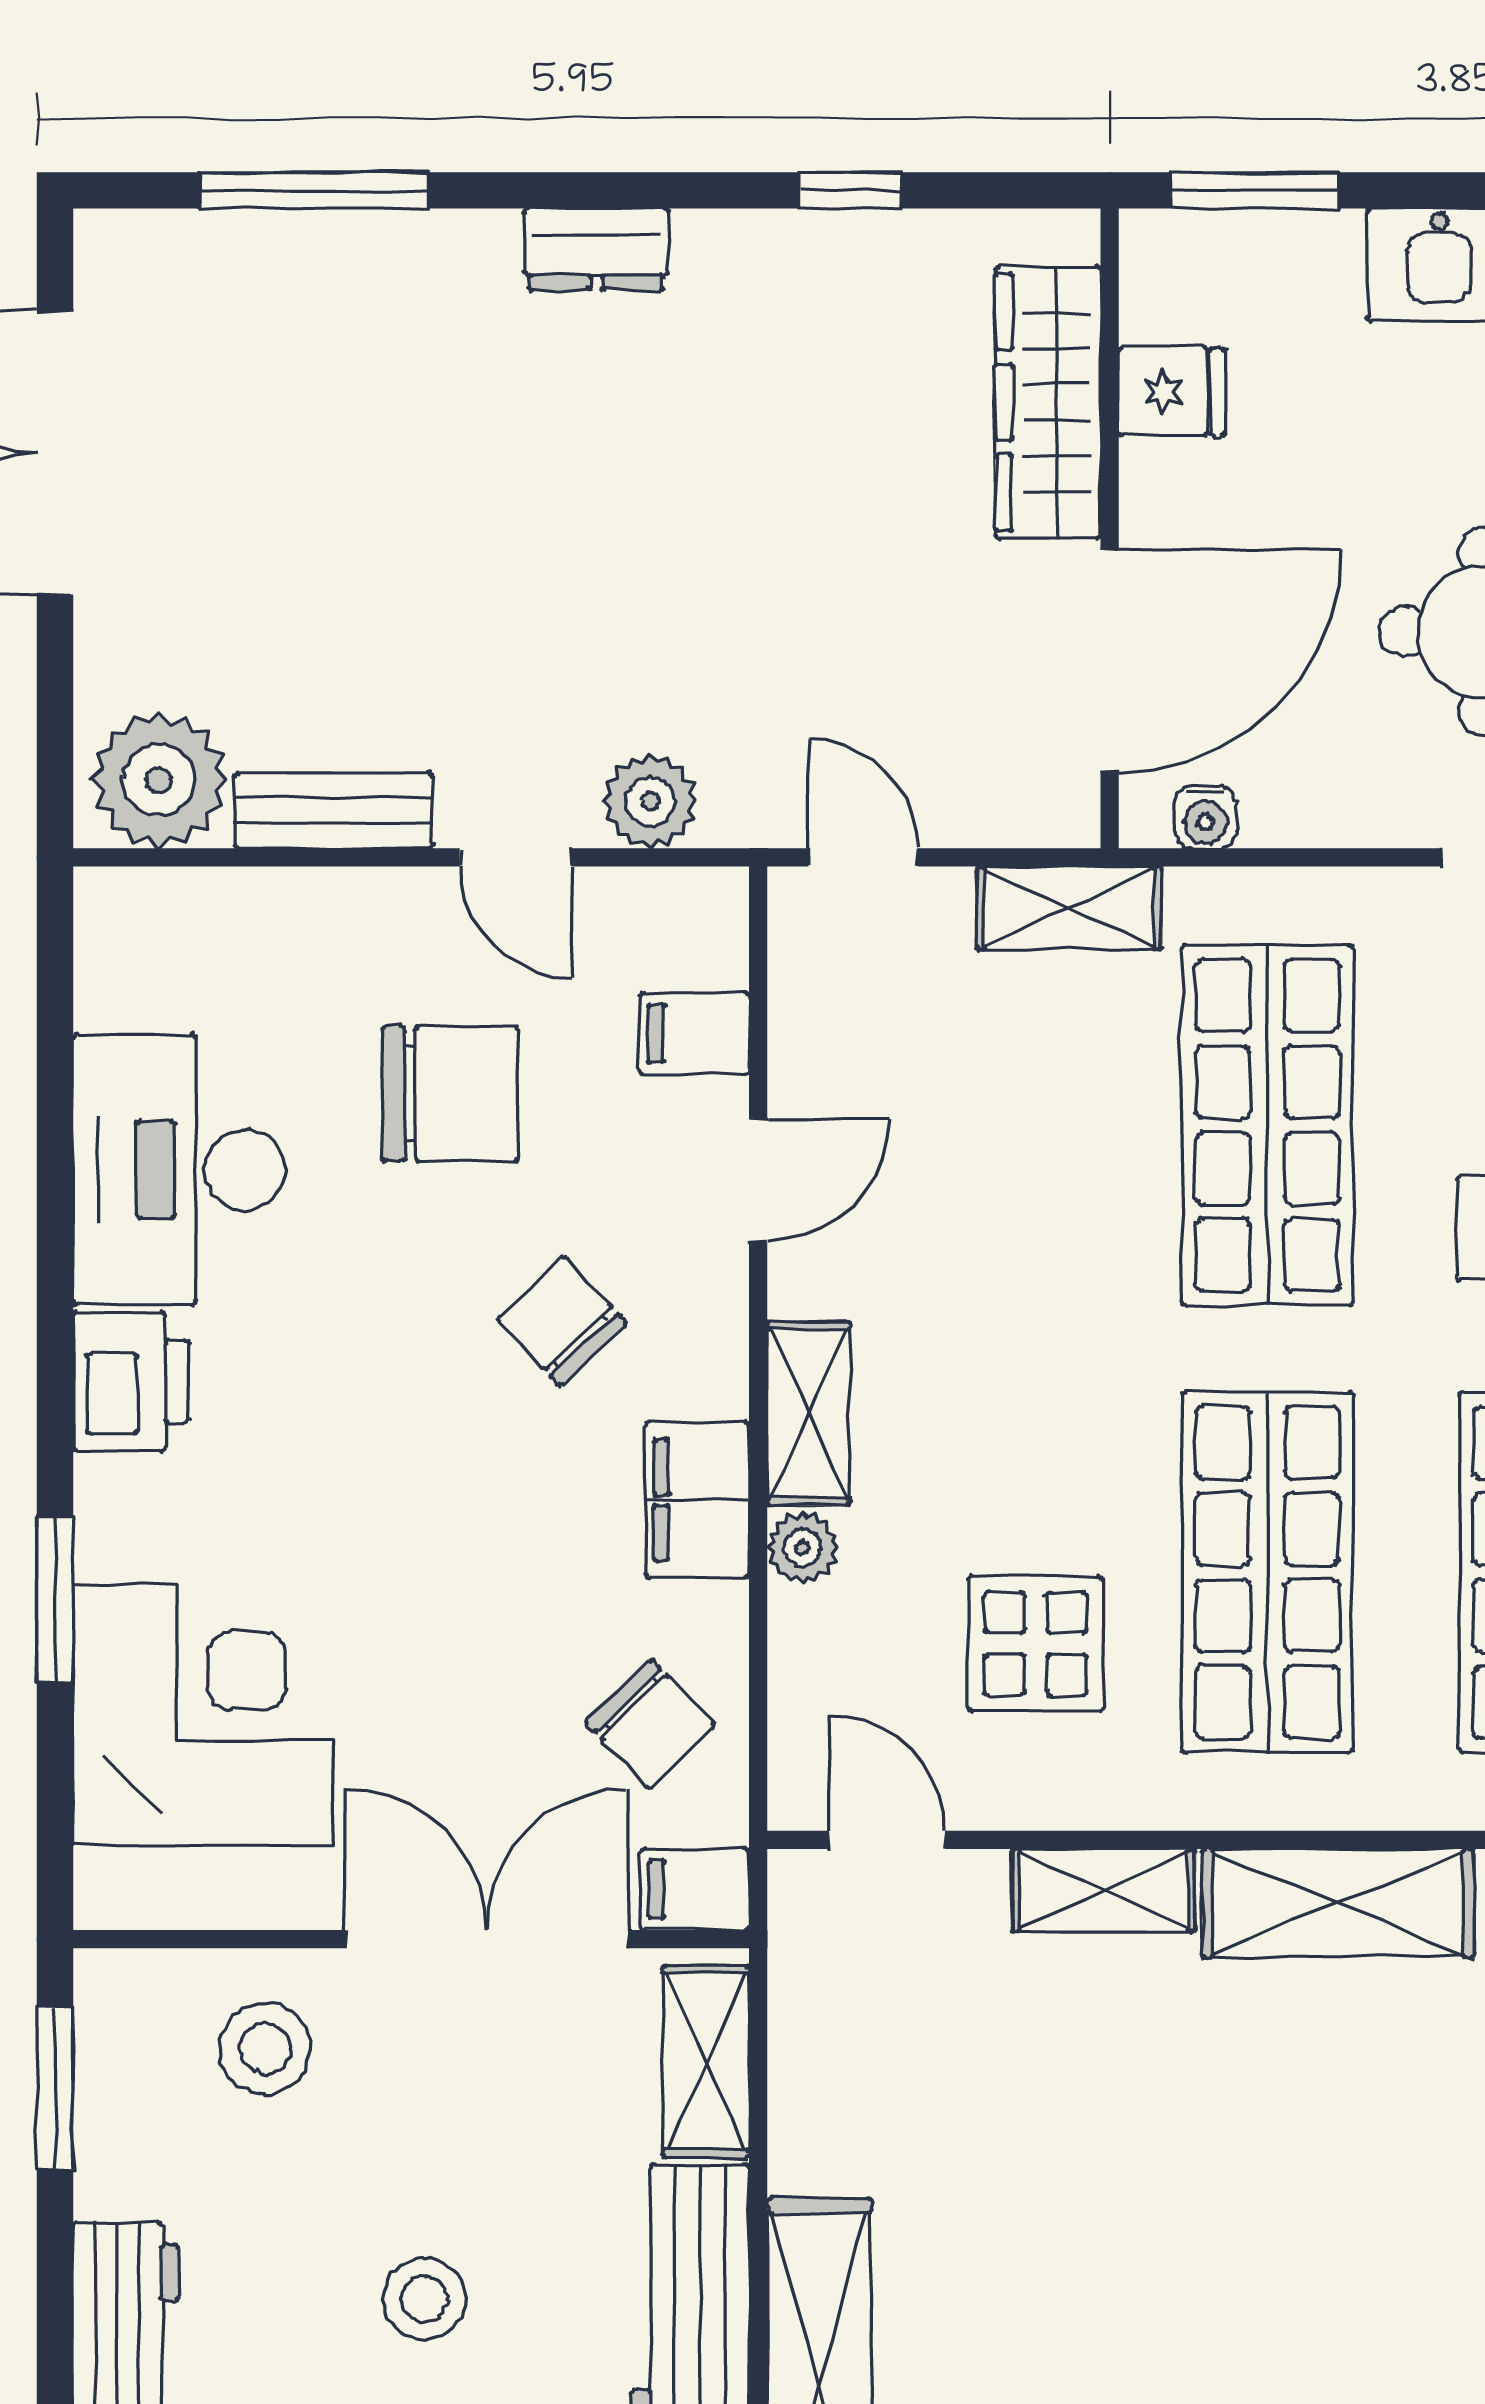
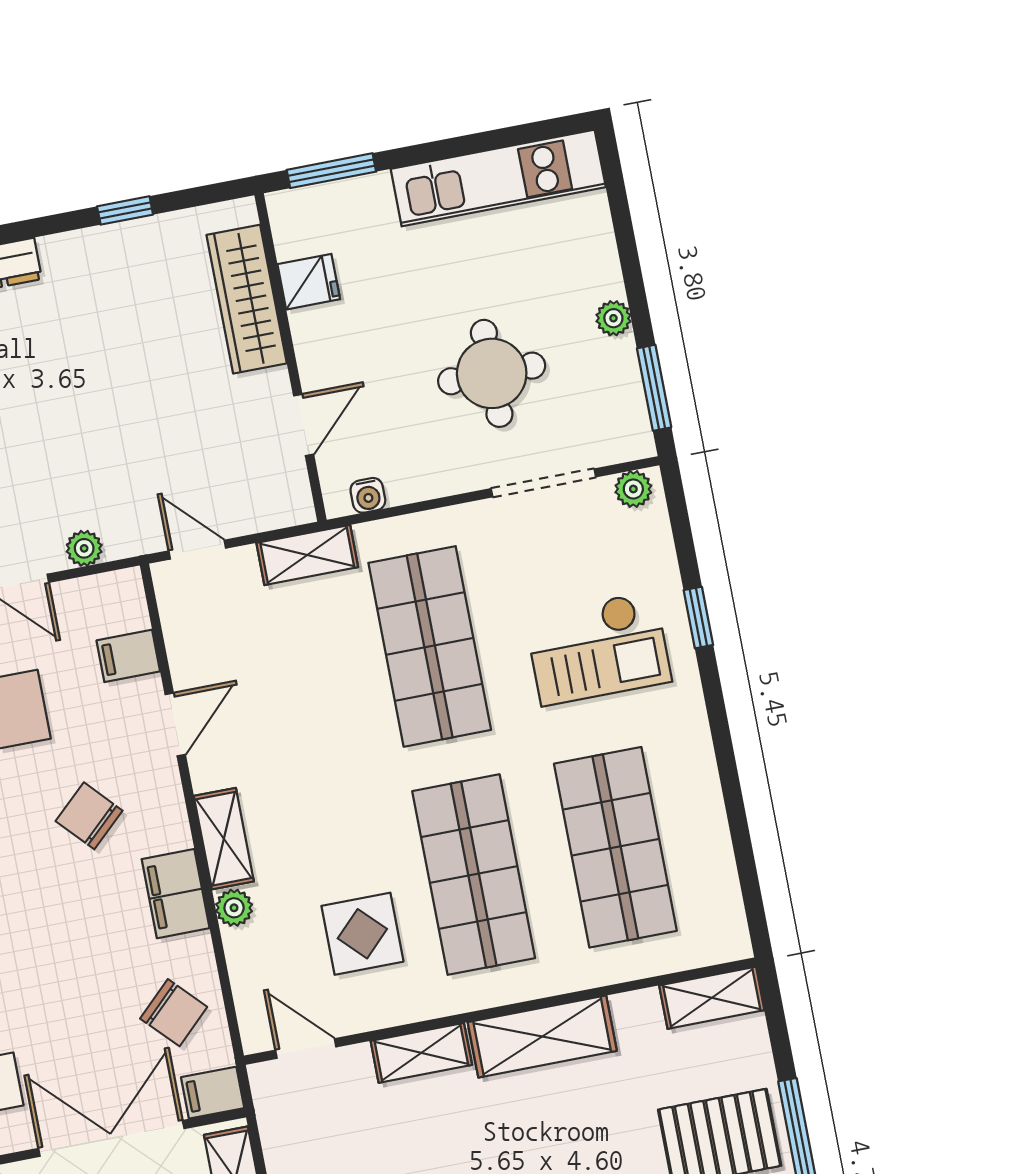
door: (1110, 661) -> (304, 425), width x0.53
plant: (650, 801) -> (84, 548), width x0.73, depth x0.73

